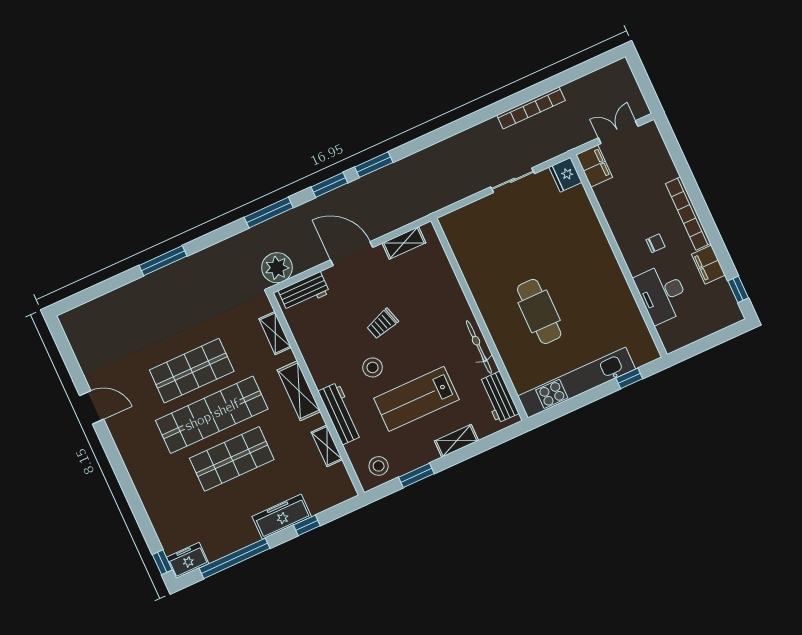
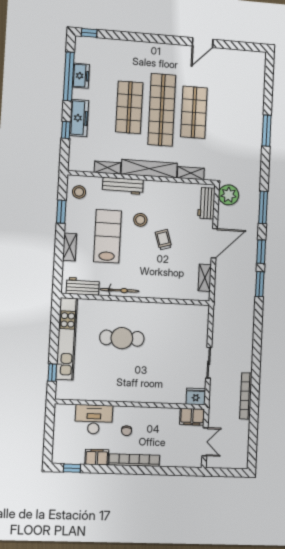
shelving: (299, 391) -> (149, 169), width x1.47
freezer: (188, 560) -> (81, 76), moved

